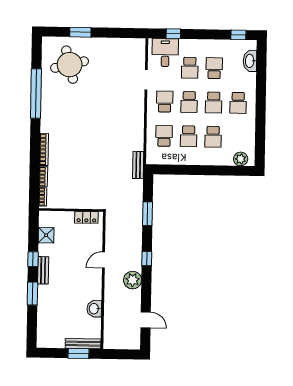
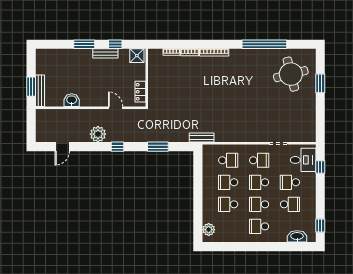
wall: (71, 210) -> (147, 78), moved
locker: (86, 217) -> (140, 92), moved

